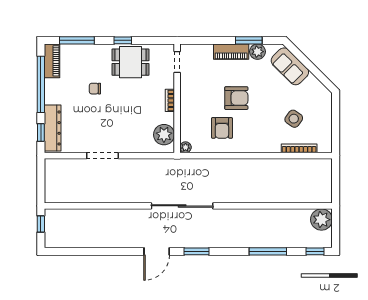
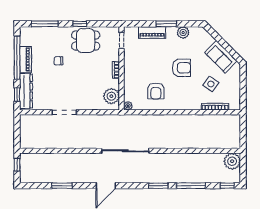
window: (249, 40) -> (166, 24), moved
piano: (231, 52) -> (152, 33), moved
piano: (52, 61) -> (26, 59), moved
sofa: (290, 66) -> (221, 57), moved
armchair: (236, 98) -> (181, 68), moved
window: (99, 251) -> (62, 186), added
window: (196, 251) -> (158, 186), moved

